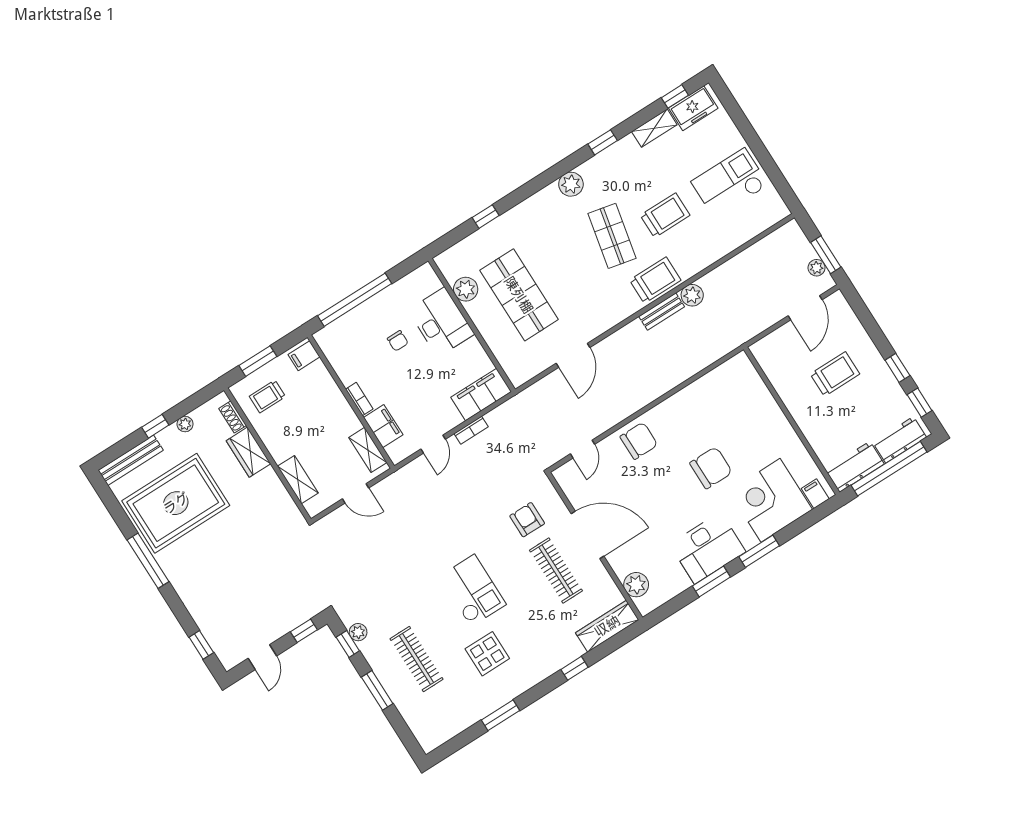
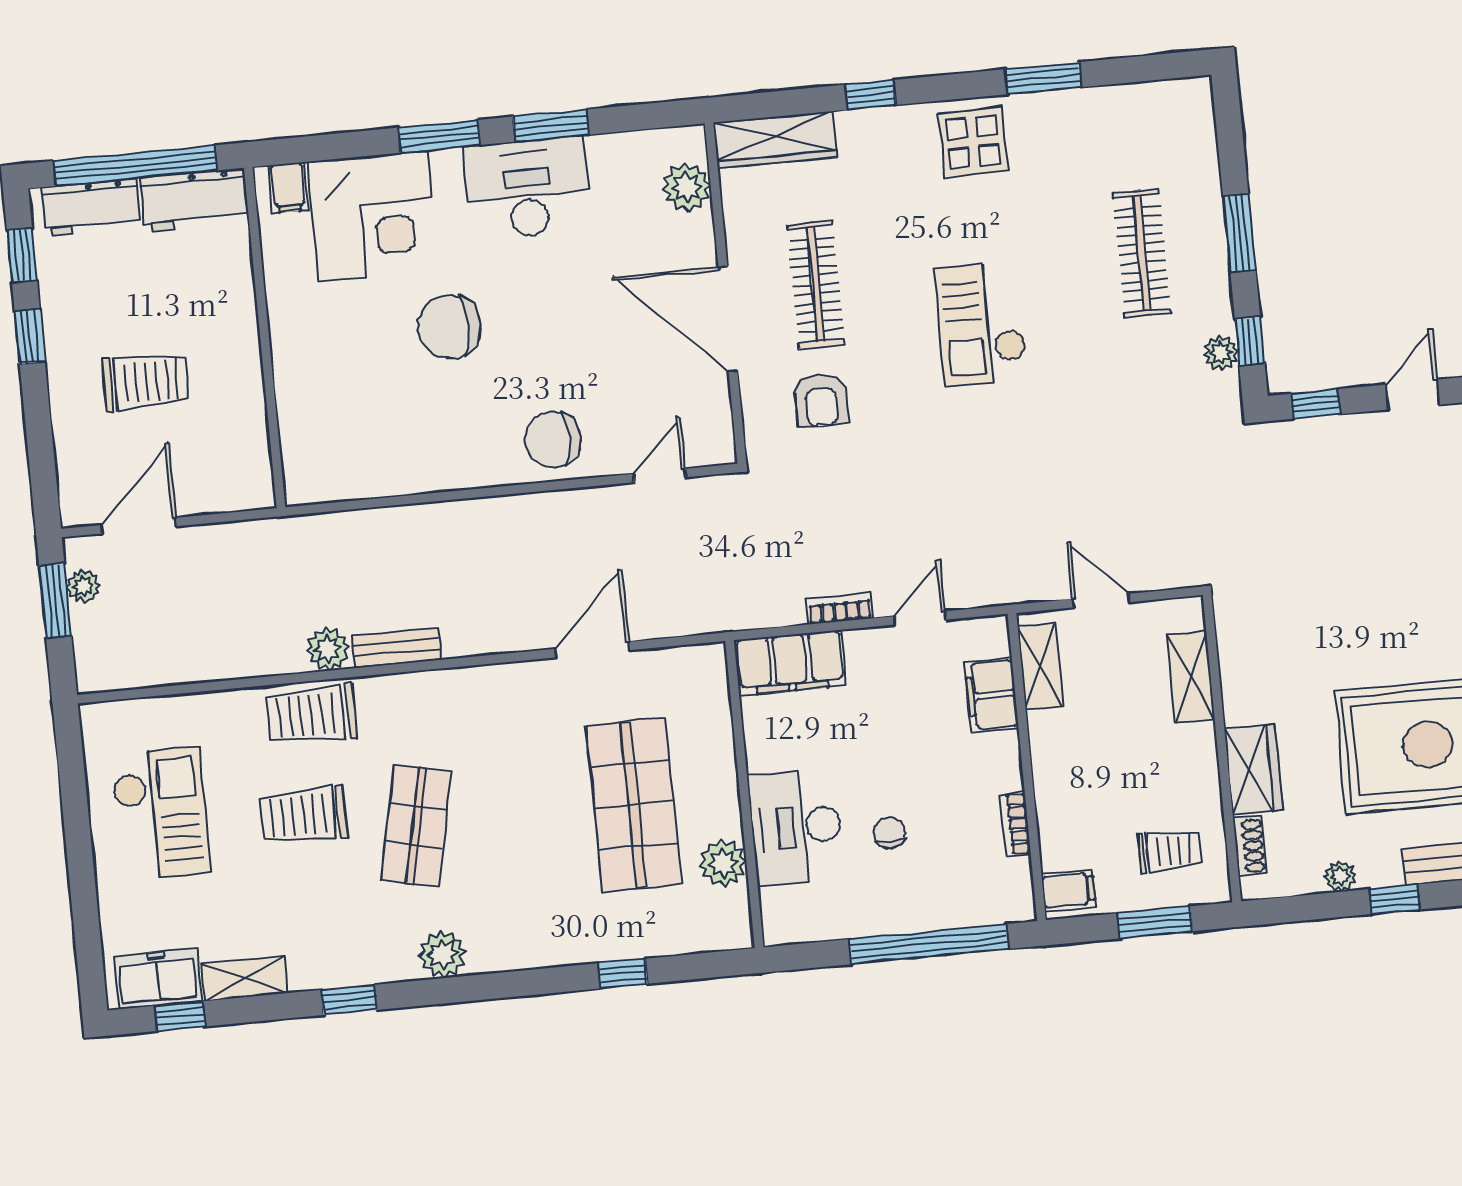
checkout: (730, 183) -> (161, 813), turned -90
trolley: (655, 280) -> (312, 715), moved
trolley: (835, 374) -> (146, 382), turned 180
bookcase: (359, 399) -> (1015, 824), moved
display table: (487, 654) -> (973, 142), moved

